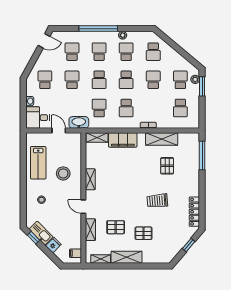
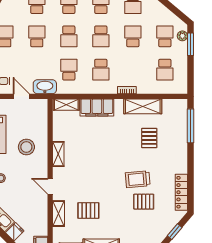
pallet: (144, 233) -> (144, 202), moved

